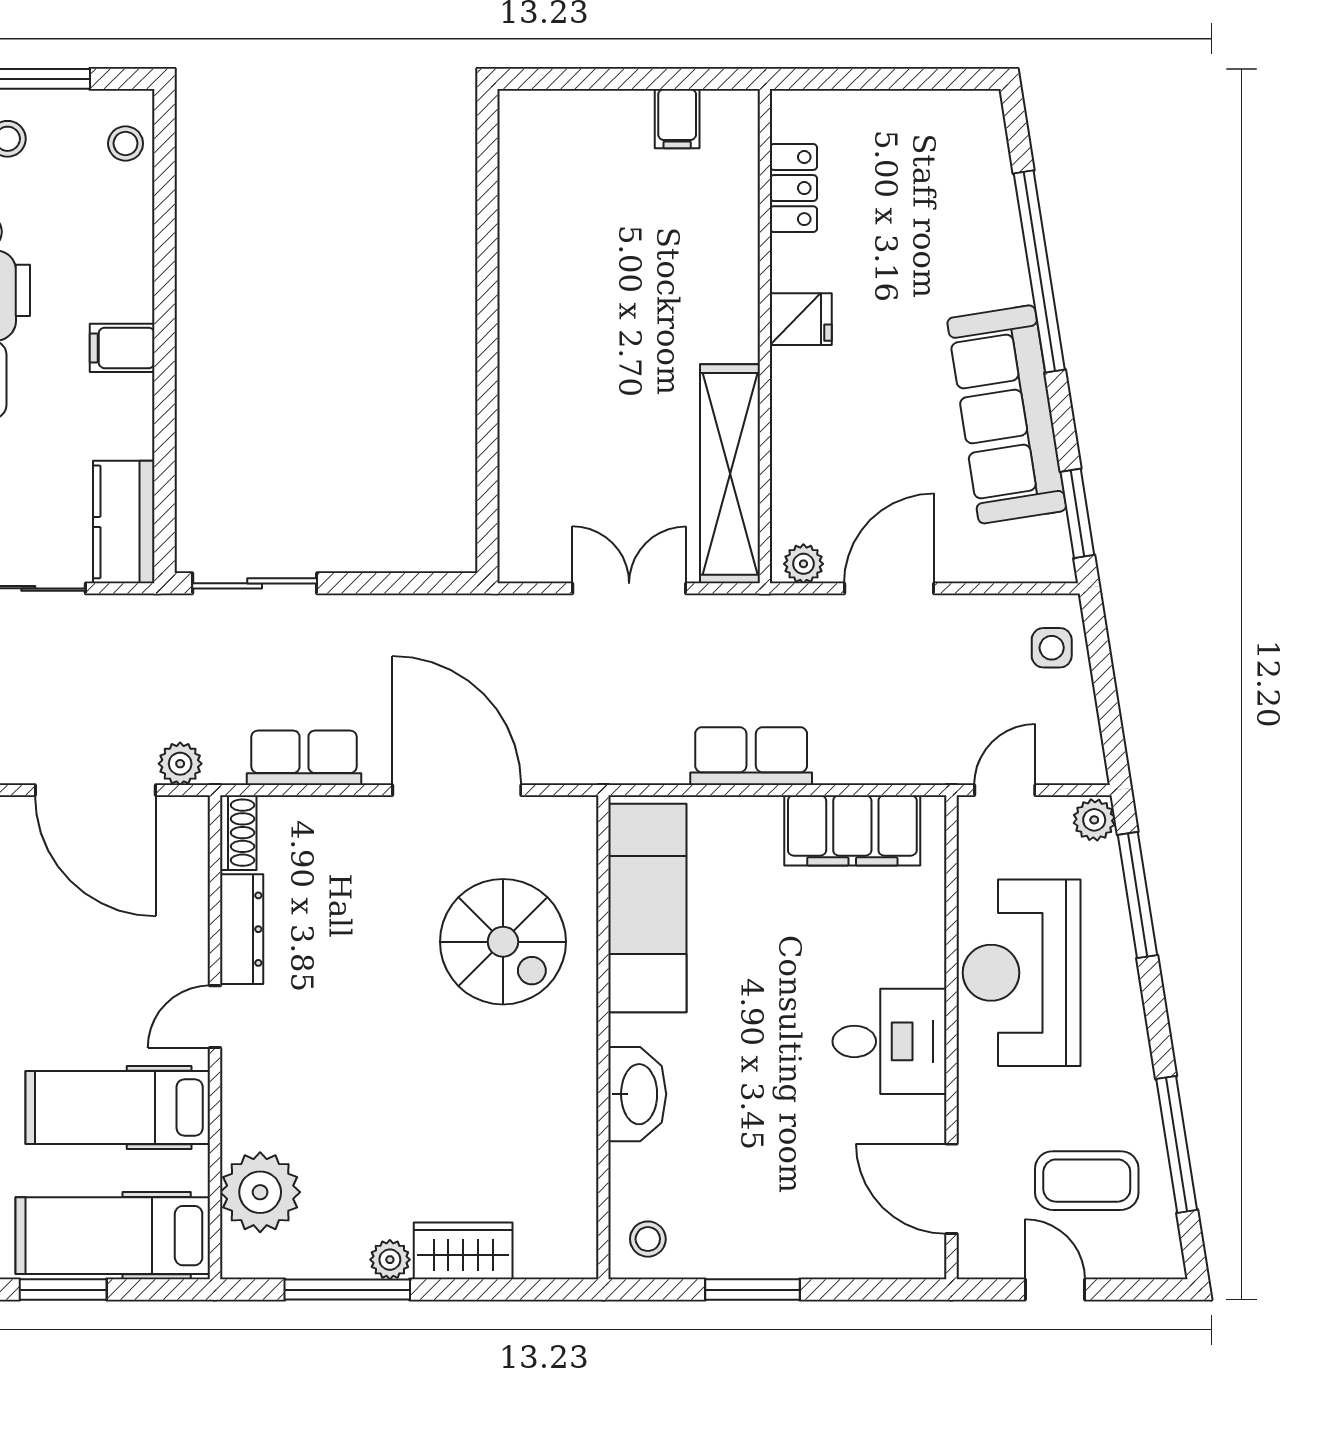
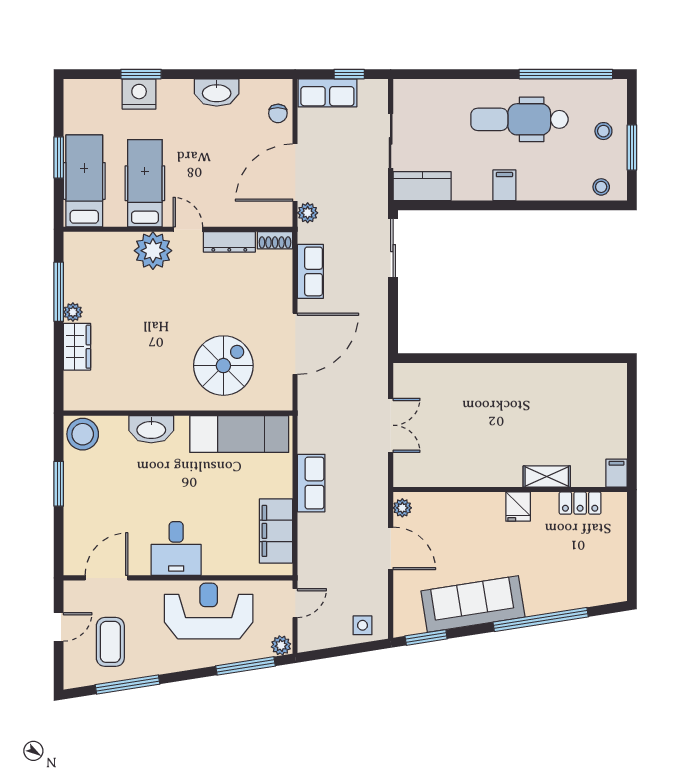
filing cabinet: (677, 119) -> (616, 473), moved, turned 90
shelving: (730, 474) -> (547, 477), moved, width x0.45, depth x0.75
door: (1005, 790) -> (295, 603), hinge flipped
spiral stairs: (503, 942) -> (223, 366), turned 180
plant: (260, 1192) -> (153, 251), moved
stool: (648, 1239) -> (83, 434), width x1.89, depth x1.89

